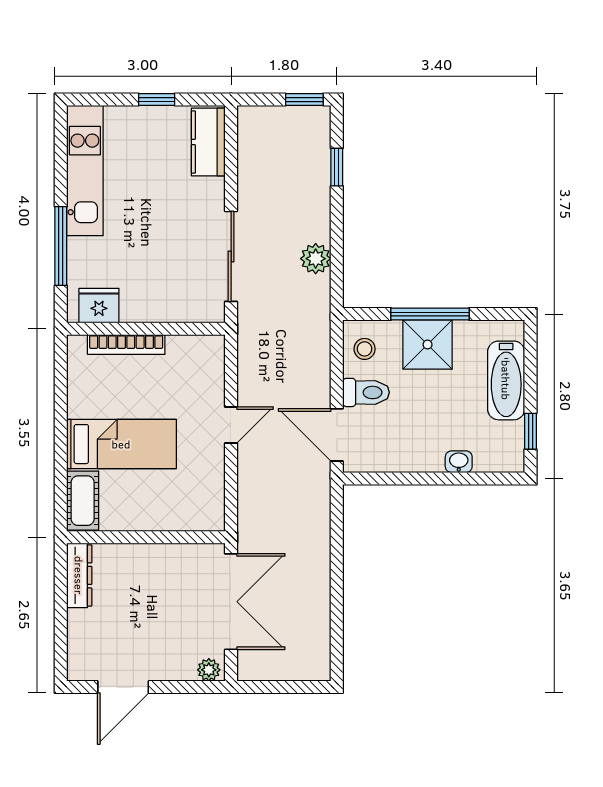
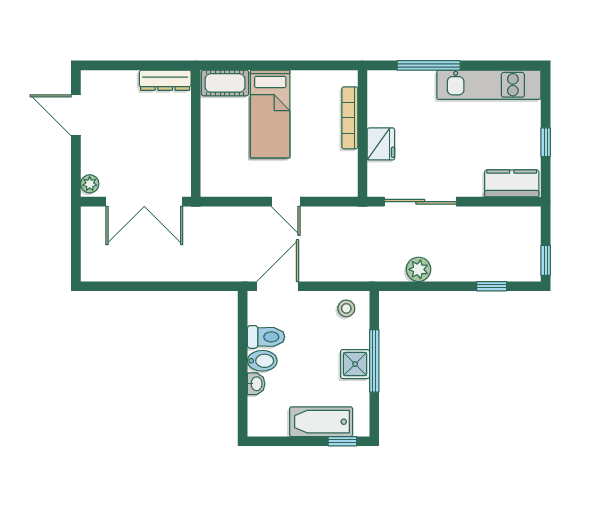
fridge: (99, 306) -> (381, 144), moved
shower: (428, 345) -> (355, 364), width x0.73, depth x0.73
toilet: (366, 392) -> (266, 337), moved, turned -90
window: (531, 431) -> (342, 441), moved
bidet: (430, 454) -> (262, 361), added

